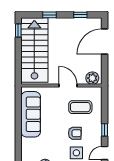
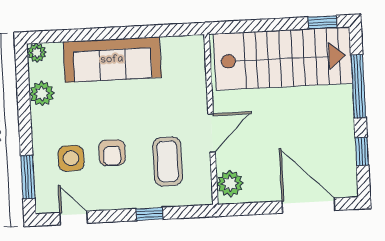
window: (49, 15) -> (358, 86), width x2.17
sofa: (31, 114) -> (112, 60), moved
window: (105, 130) -> (149, 214), moved

